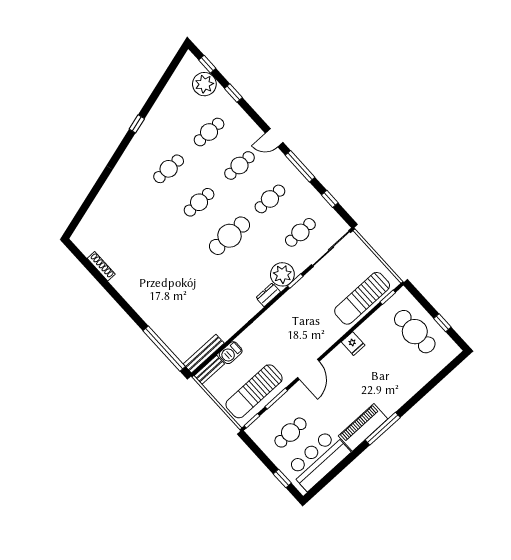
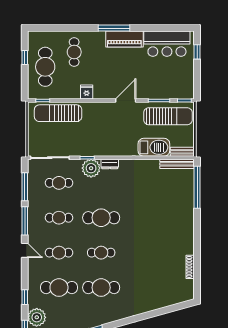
cafe table: (209, 132) -> (59, 288), width x1.37, depth x1.35
cafe table: (169, 169) -> (101, 288), width x1.37, depth x1.35
window: (330, 199) -> (25, 187), width x2.17
sun lounger: (362, 298) -> (58, 113), turned 180
barbecue: (231, 353) -> (154, 147), width x1.88, depth x1.53
cafe table: (290, 433) -> (74, 52), moved, turned 90

